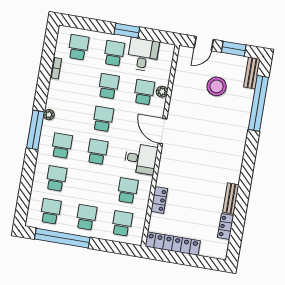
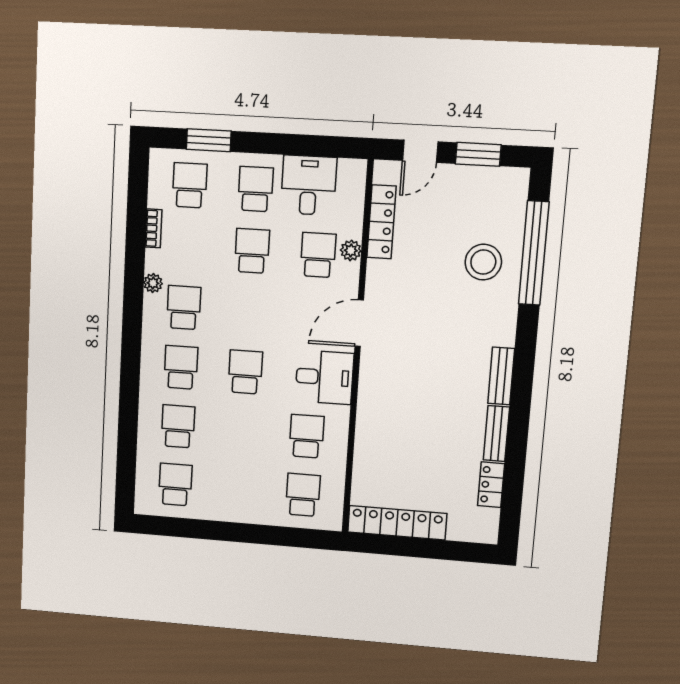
window: (127, 31) -> (209, 140), moved
bench: (252, 73) -> (501, 376), moved
stool: (217, 86) -> (483, 262), moved
plant: (49, 115) -> (153, 283), moved
school desk: (103, 119) -> (184, 308), moved
window: (35, 130) -> (131, 344), removed
door: (163, 131) -> (359, 323), hinge flipped
locker: (159, 200) -> (381, 222), moved, width x1.53
school desk: (86, 217) -> (239, 490), removed
window: (62, 238) -> (201, 529), removed

